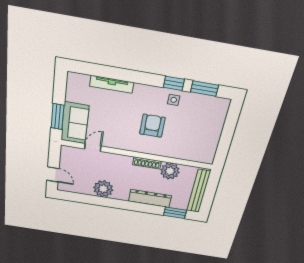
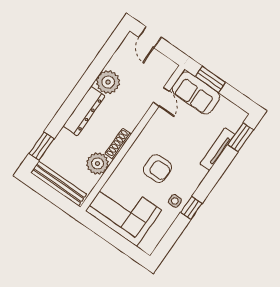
window: (205, 89) -> (241, 137), moved
corner sofa: (200, 137) -> (124, 211), added
door: (53, 174) -> (150, 37), hinge flipped
dresser: (150, 198) -> (84, 111), moved

